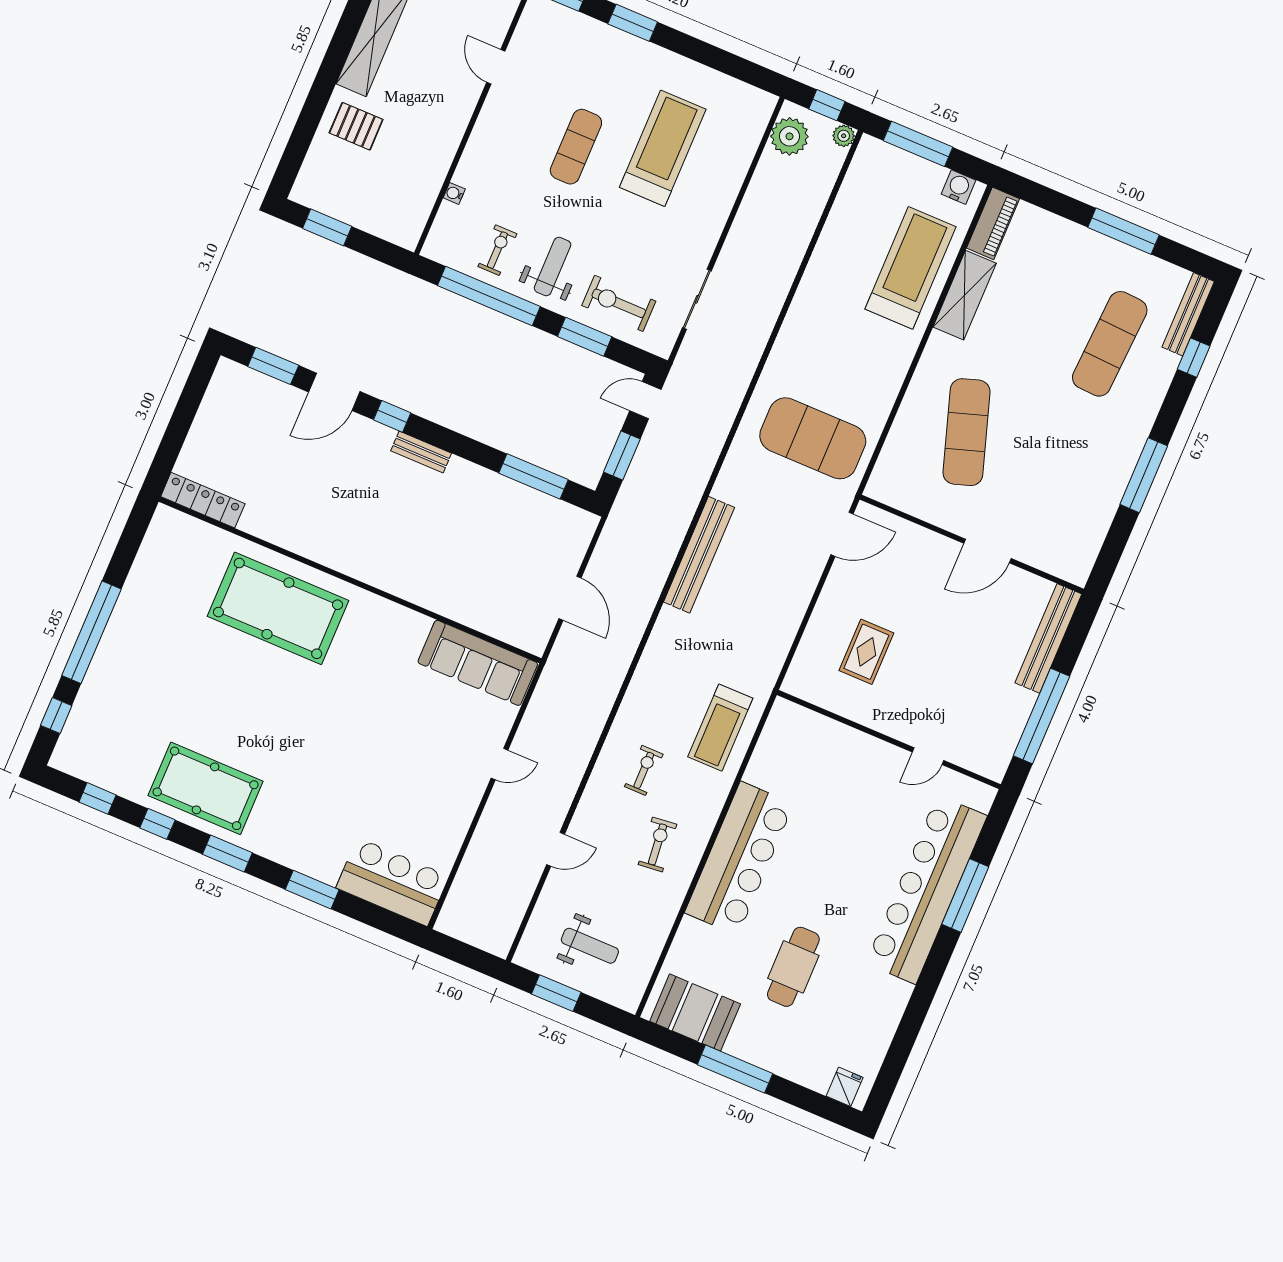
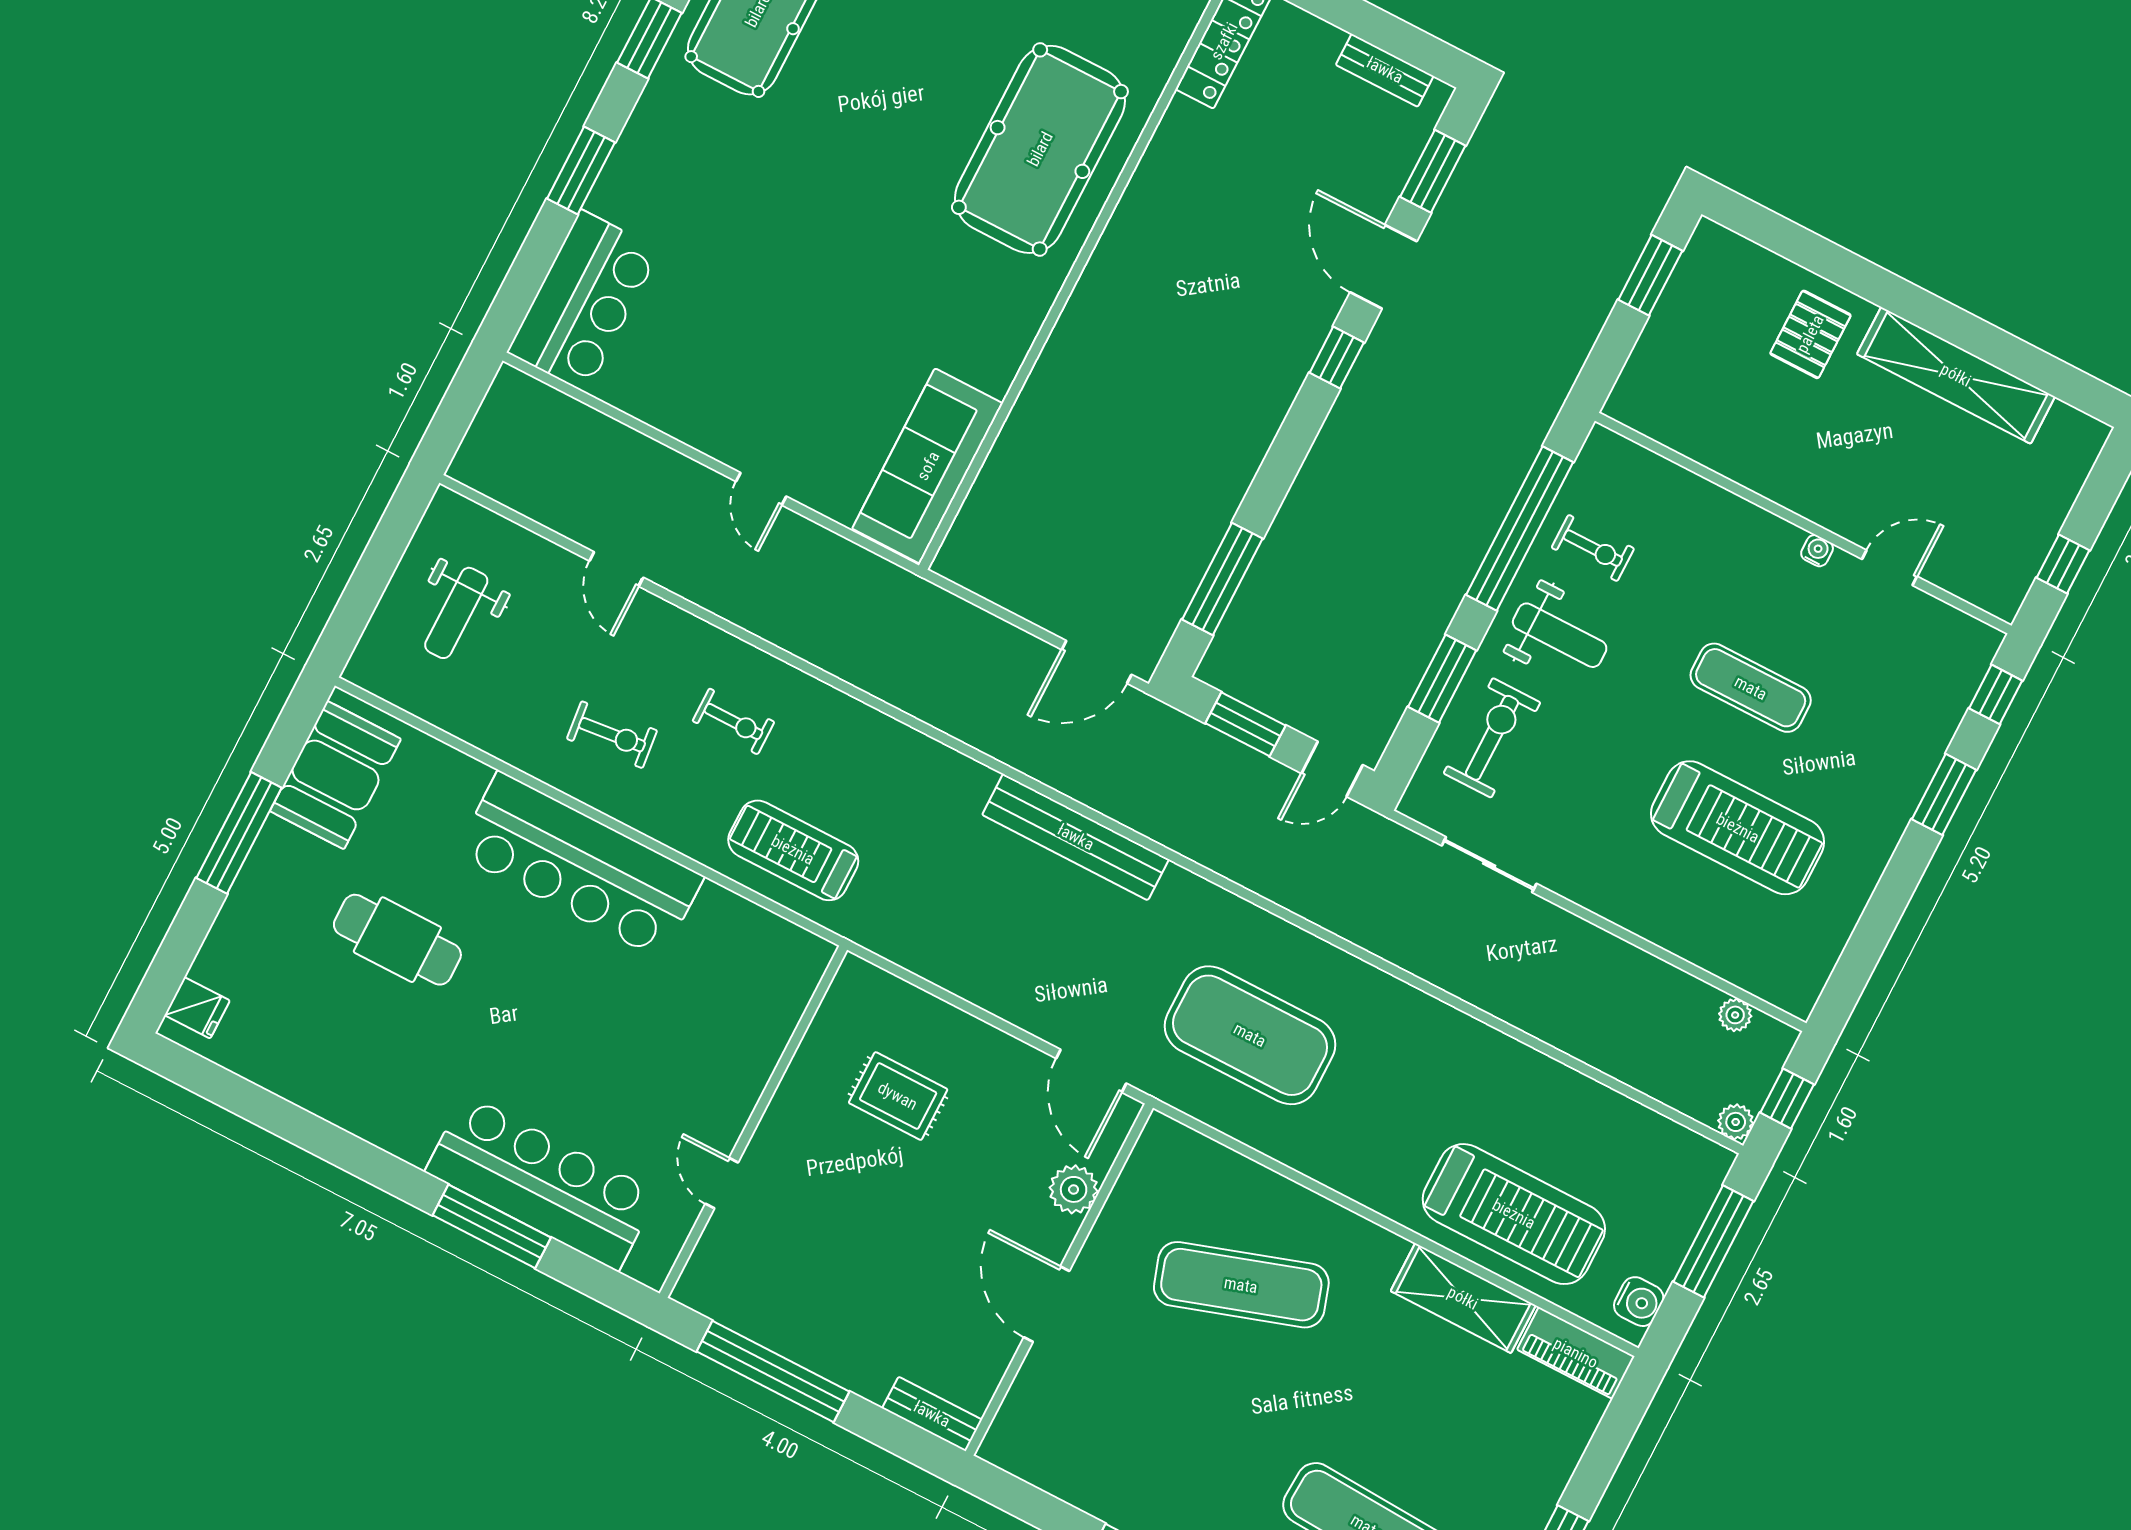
plant: (789, 136) -> (1735, 1015), width x0.53, depth x0.53
water cooler: (454, 193) -> (1817, 551), moved
door: (645, 400) -> (1332, 769), swing flipped
exercise mat: (813, 438) -> (1250, 1035), turned 90
bench: (421, 452) -> (1385, 70), moved, turned 90
plant: (916, 540) -> (1074, 1189), added
door: (570, 598) -> (1097, 662), moved
bench: (1048, 638) -> (932, 1414), width x0.54, depth x0.82
bar counter: (926, 890) -> (542, 1182), width x0.73
window: (556, 993) -> (384, 553), removed

